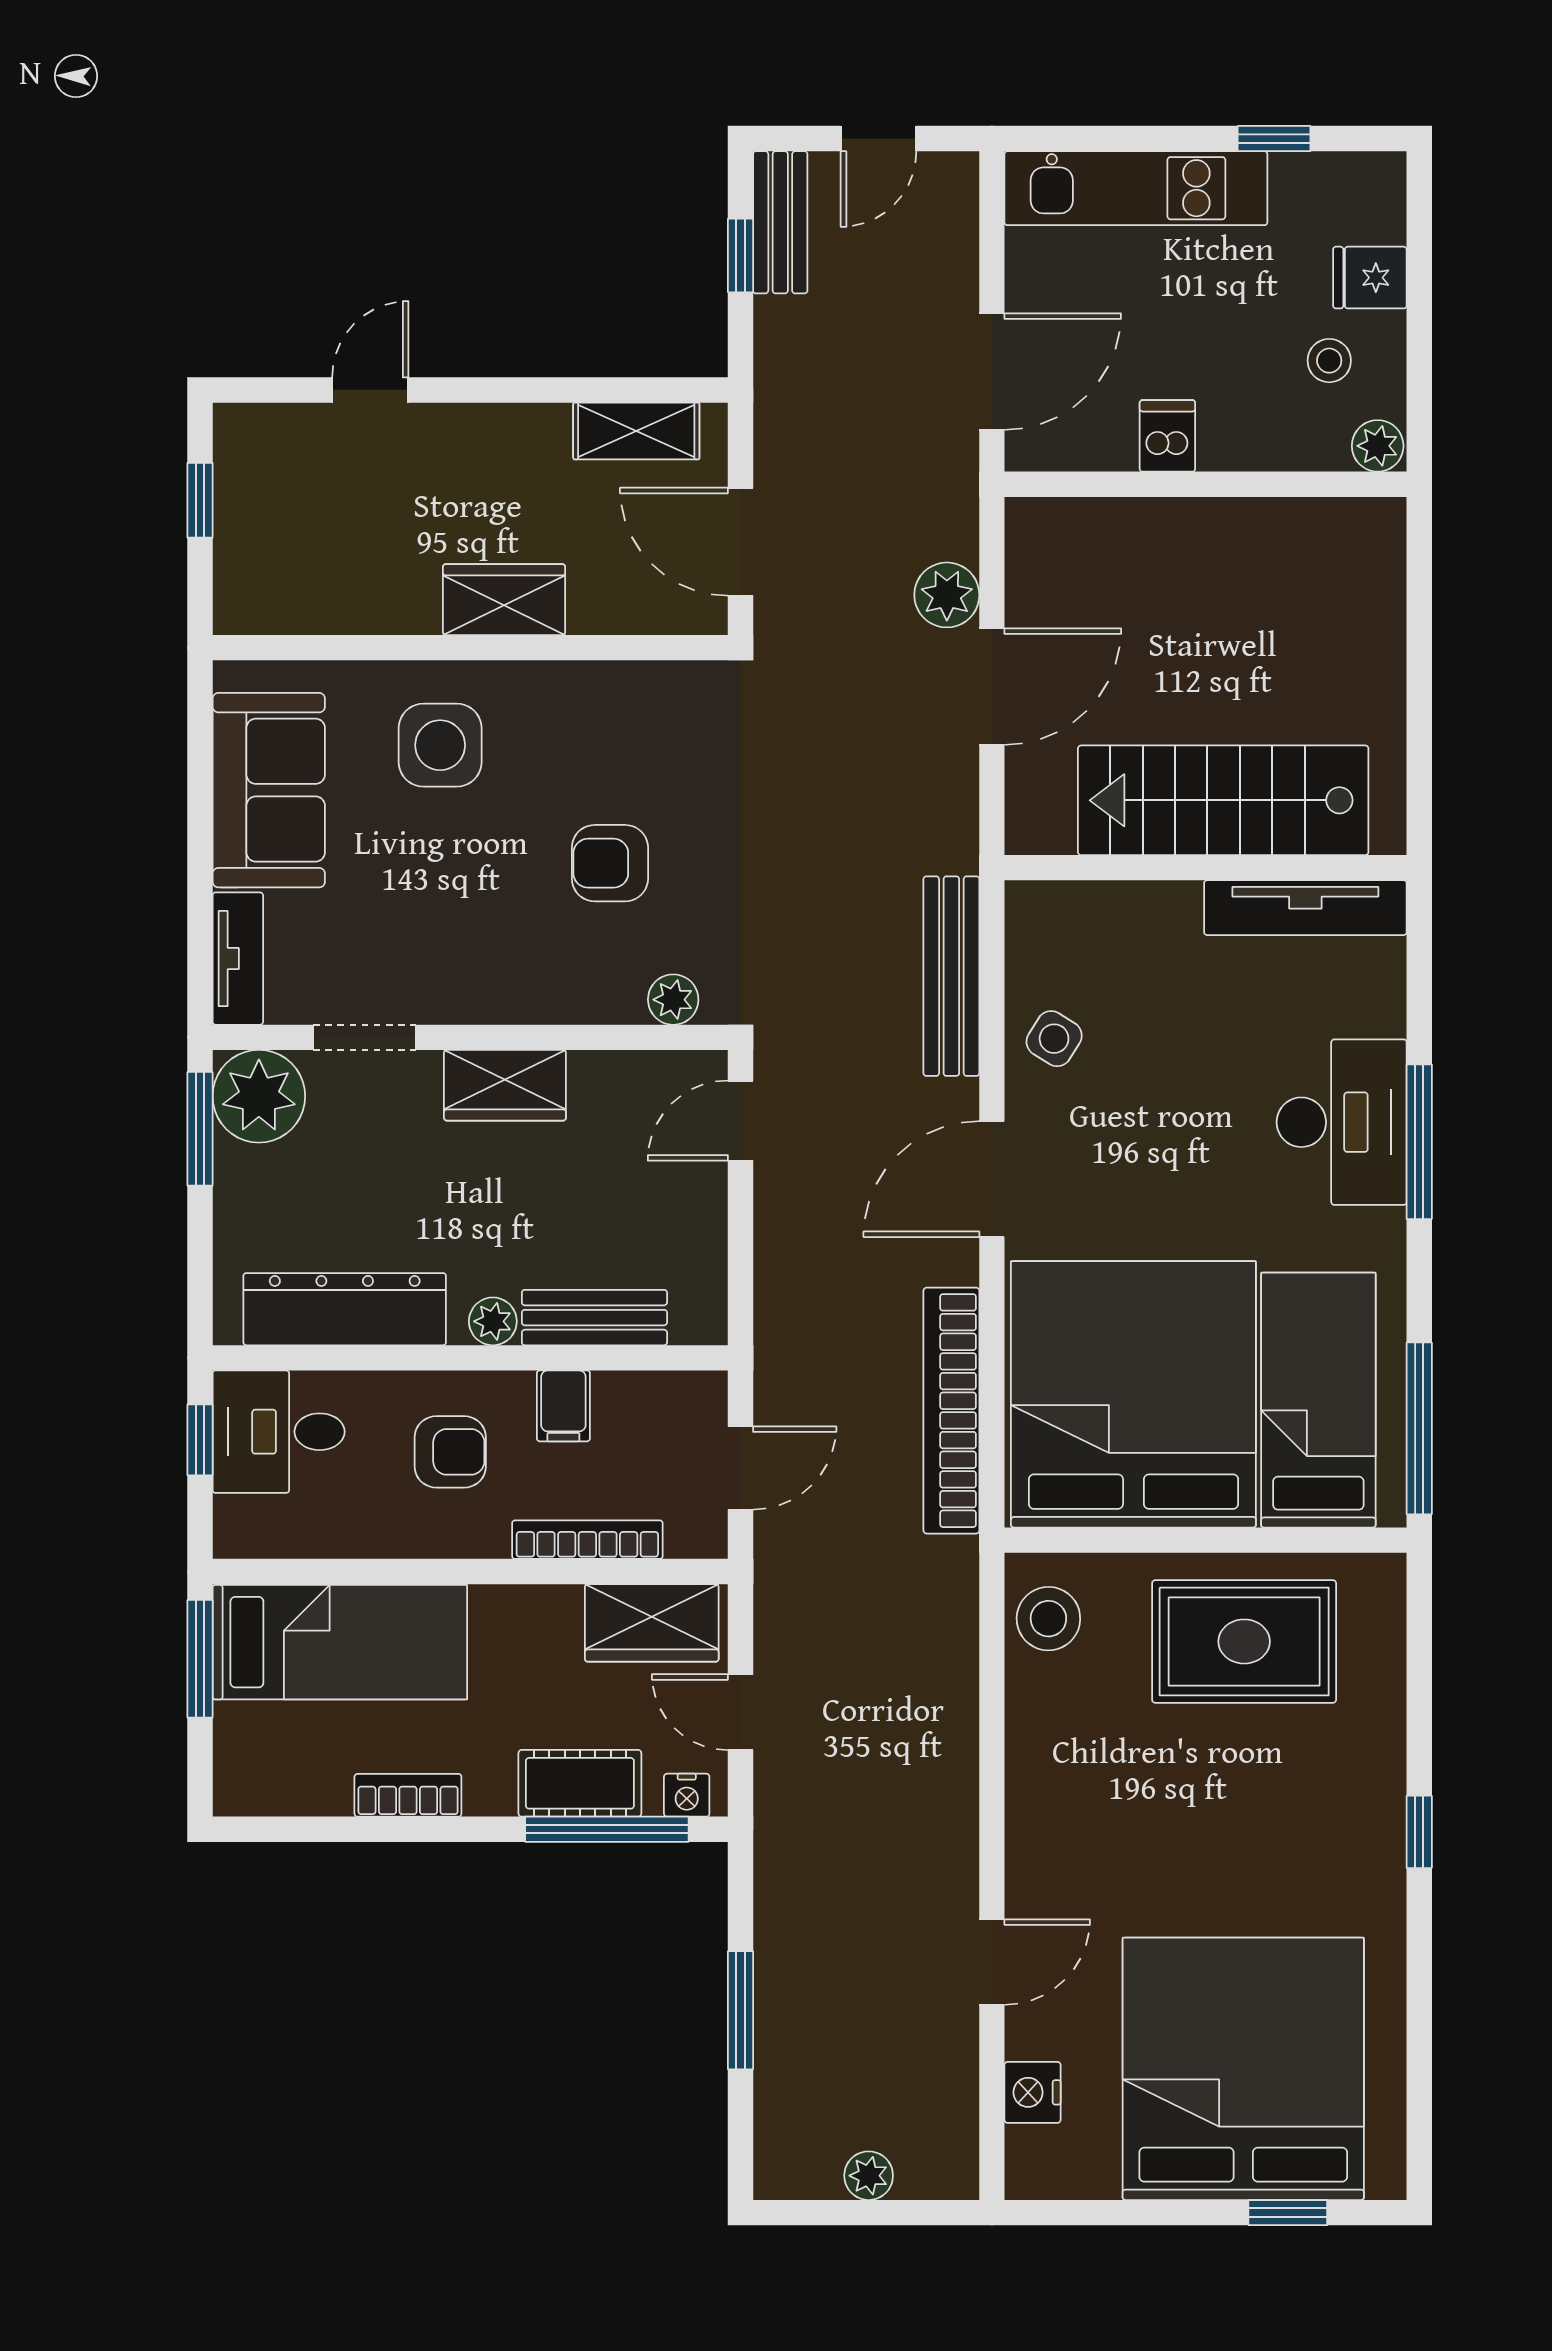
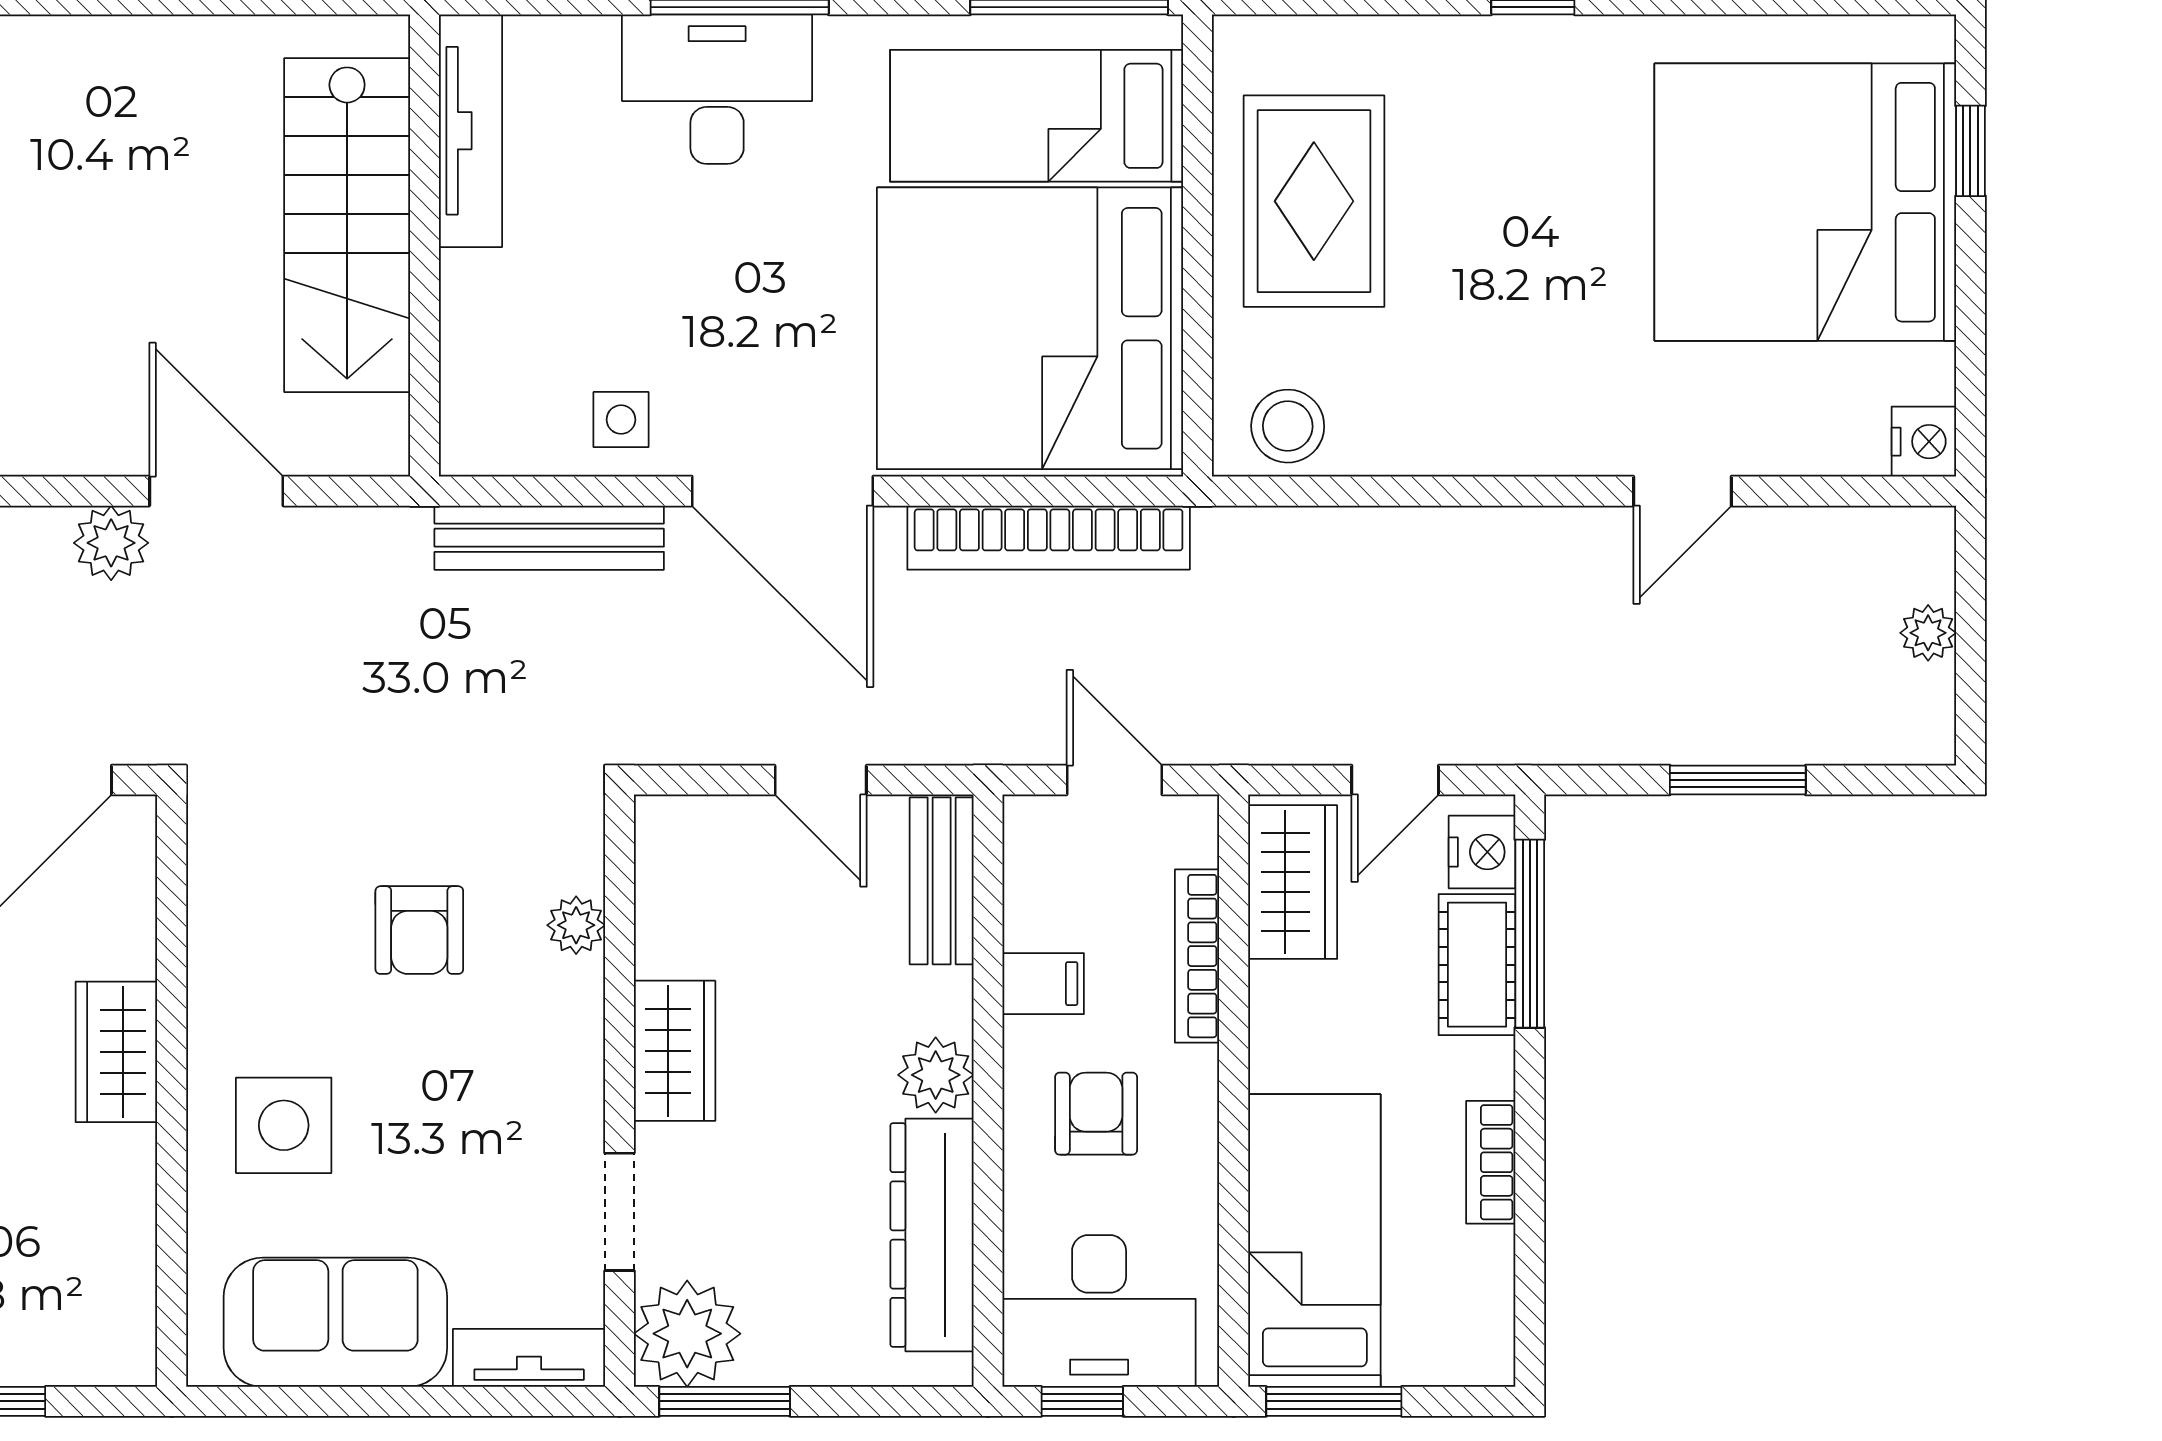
plant: (673, 1000) -> (576, 925), moved
side table: (1054, 1039) -> (621, 420), turned -32
door: (740, 1121) -> (821, 780), moved
door: (992, 1179) -> (783, 491), width x1.36
bench: (594, 1318) -> (942, 881), moved
plant: (493, 1321) -> (936, 1075), width x1.38, depth x1.38
desk: (279, 1432) -> (1099, 1311), width x1.37
nightstand: (687, 1795) -> (1482, 852), width x1.39, depth x1.35
door: (992, 1962) -> (1682, 491), swing flipped
nightstand: (1033, 2092) -> (1924, 442), moved, turned -90

